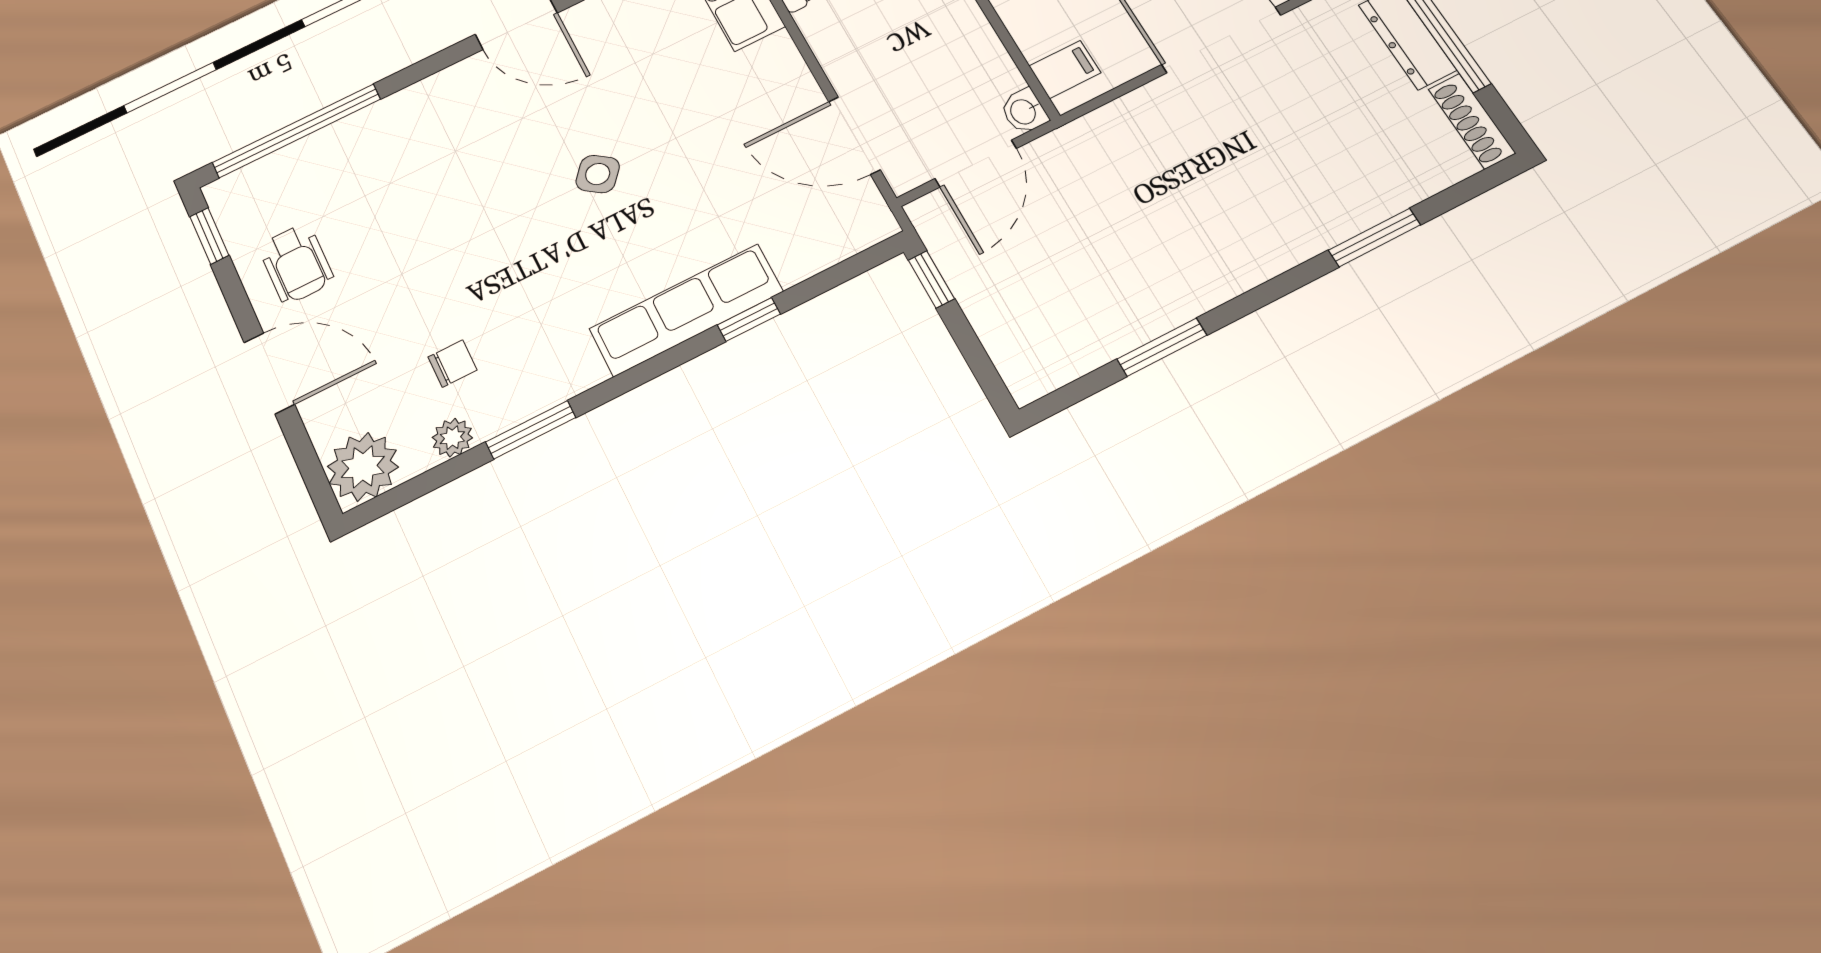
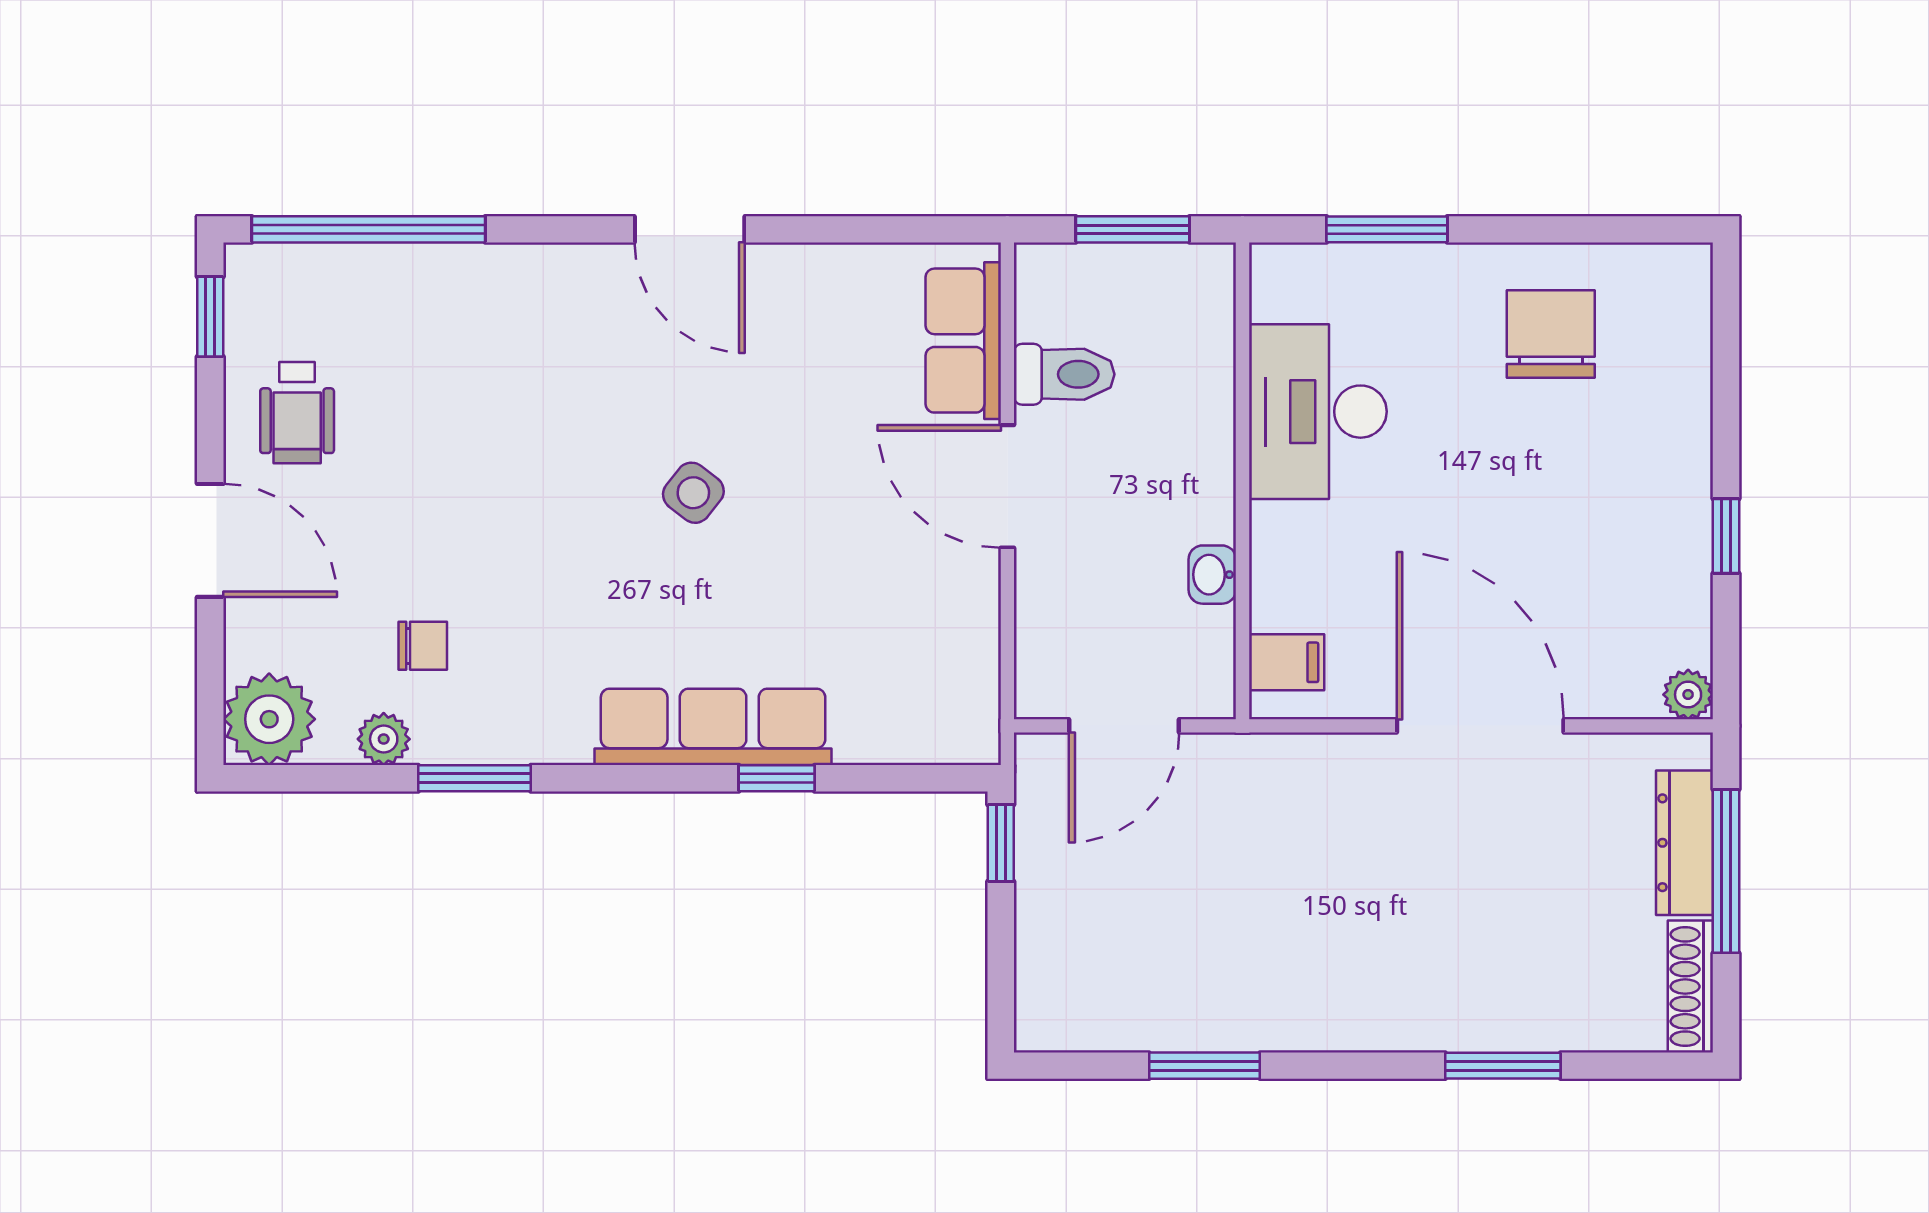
washbasin: (1024, 111) -> (1212, 575), moved
door: (854, 136) -> (1007, 486), moved

